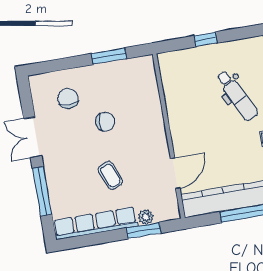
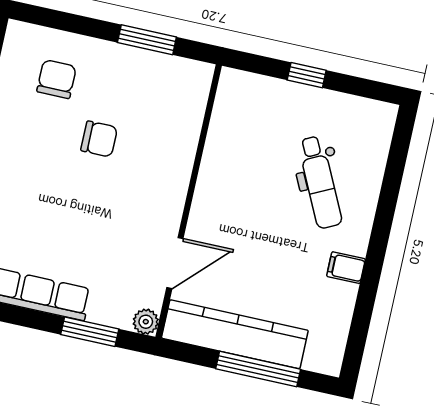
coffee table: (110, 175) -> (73, 225), removed
plant: (146, 217) -> (146, 322), moved

